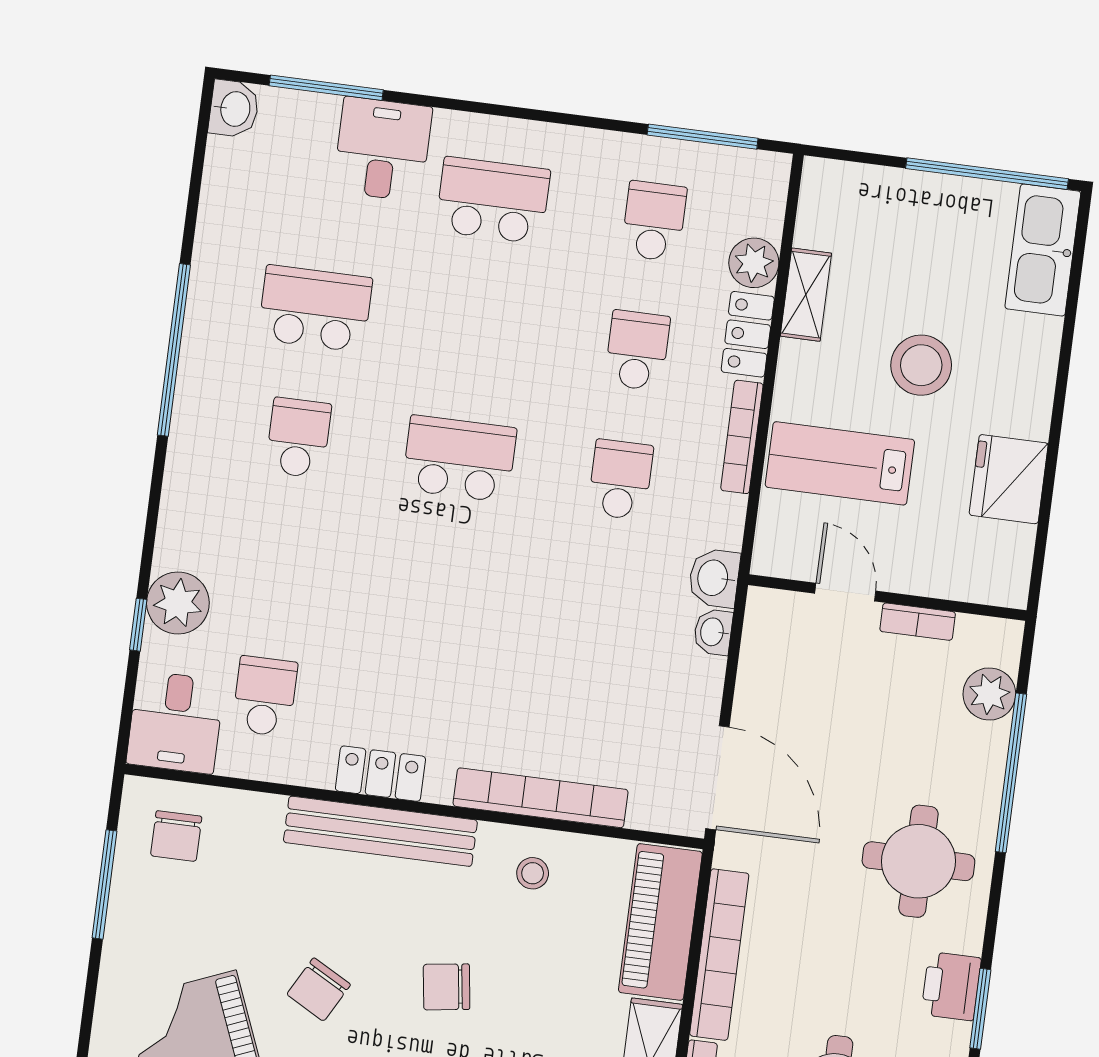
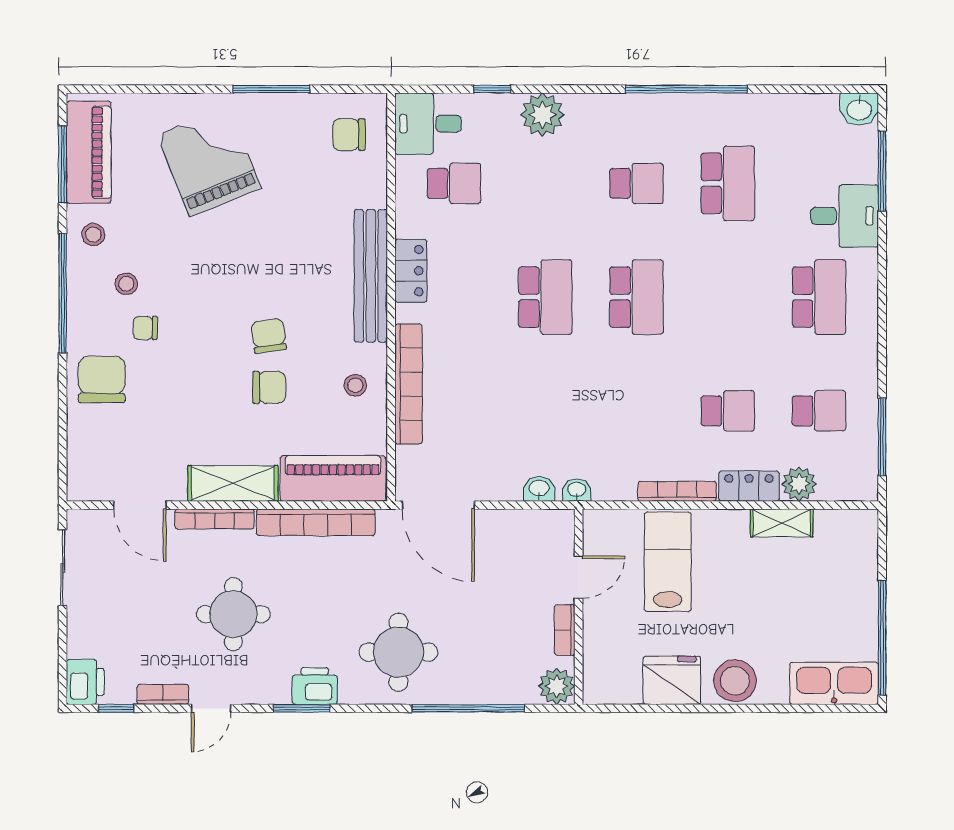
stool: (921, 365) -> (735, 681), moved
school desk: (620, 480) -> (545, 297), moved, width x1.85
washbasin: (714, 578) -> (577, 490), width x0.72, depth x0.69
plant: (178, 603) -> (542, 115), moved
plant: (989, 694) -> (557, 686), moved
door: (717, 778) -> (438, 505), hinge flipped
window: (104, 884) -> (271, 89), moved
chair: (319, 989) -> (269, 387), moved, turned 151

